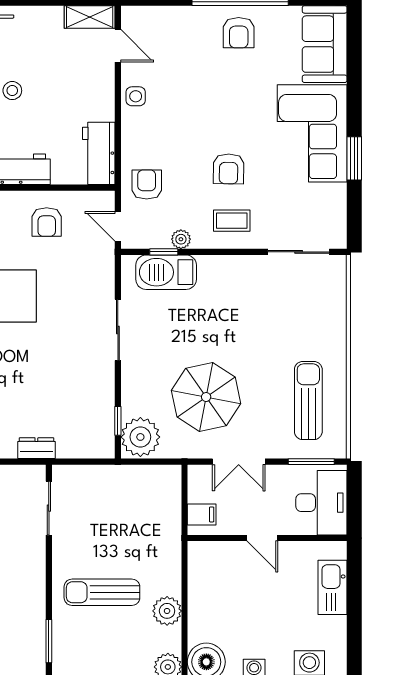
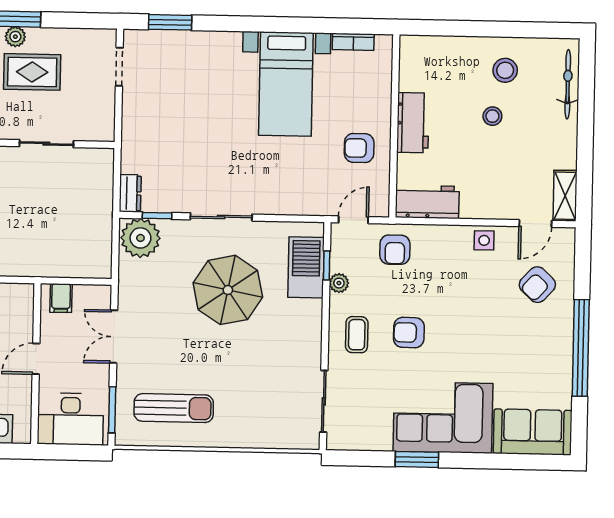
armchair: (239, 33) -> (537, 285), moved, turned -47
armchair: (147, 184) -> (395, 250), turned 90
sliding door: (118, 330) -> (221, 217), moved
parasol: (206, 397) -> (228, 290), moved
dresser: (36, 448) -> (130, 193), moved
sliding door: (49, 508) -> (46, 144), moved

